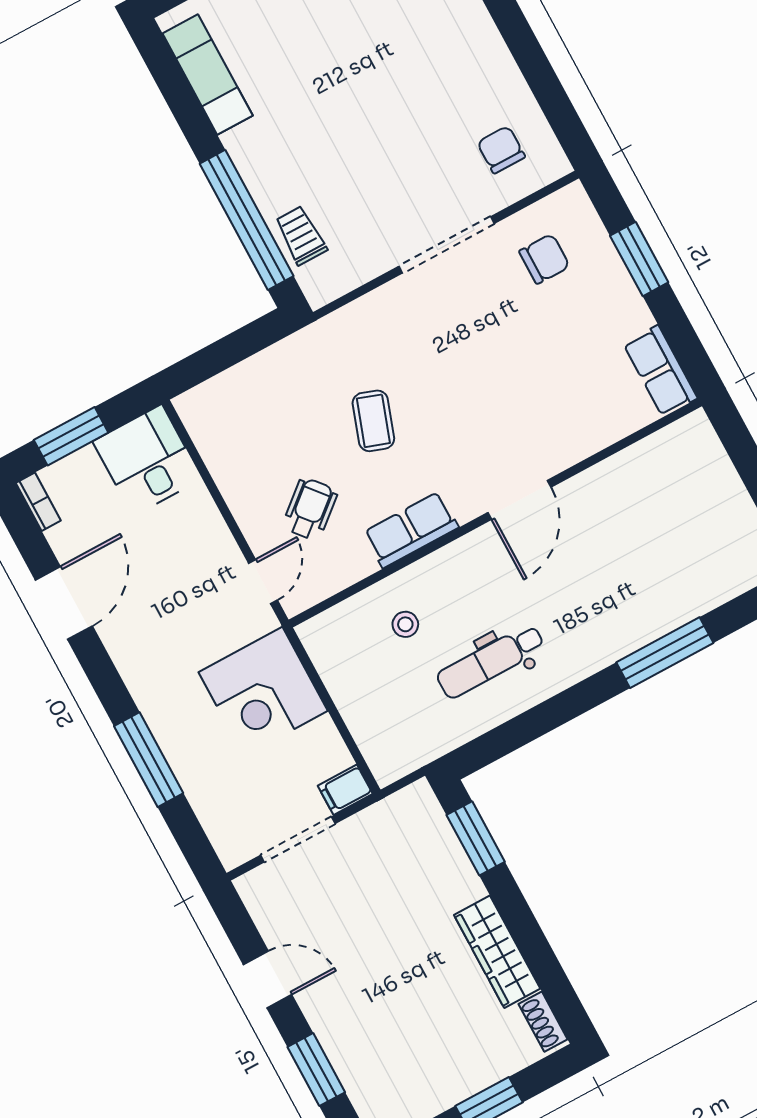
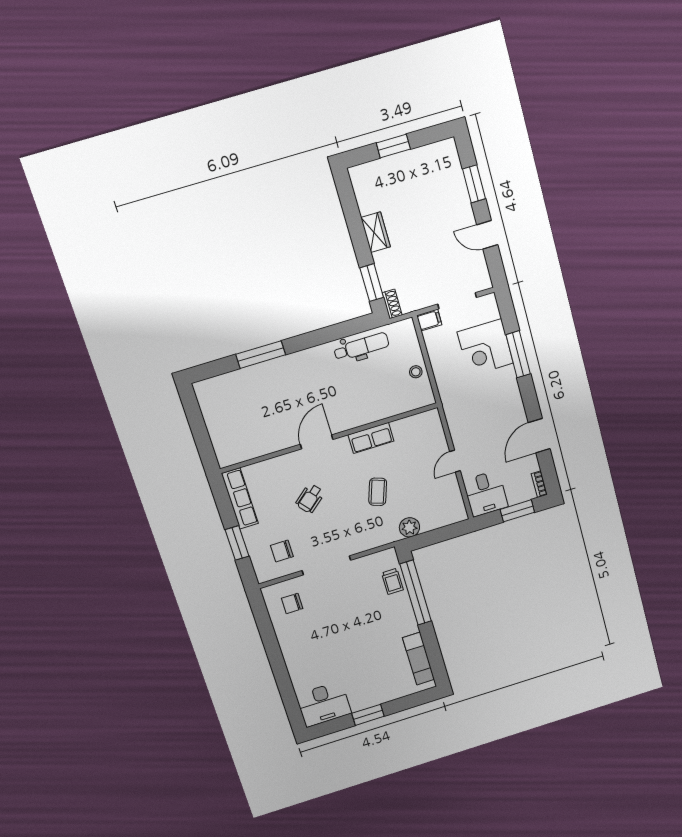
chair: (501, 150) -> (292, 603), turned 90
plant: (291, 358) -> (409, 527), added
row of seats: (660, 371) -> (240, 499), width x1.48
wheelchair: (310, 509) -> (310, 499), moved
door: (263, 582) -> (455, 461), moved
stool: (405, 624) -> (416, 372), moved
dental chair: (491, 661) -> (361, 347), moved
corner desk: (263, 692) -> (485, 348), moved, turned 180
wardrobe: (497, 952) -> (376, 232), width x0.67
shoe rack: (543, 1022) -> (392, 304), moved

